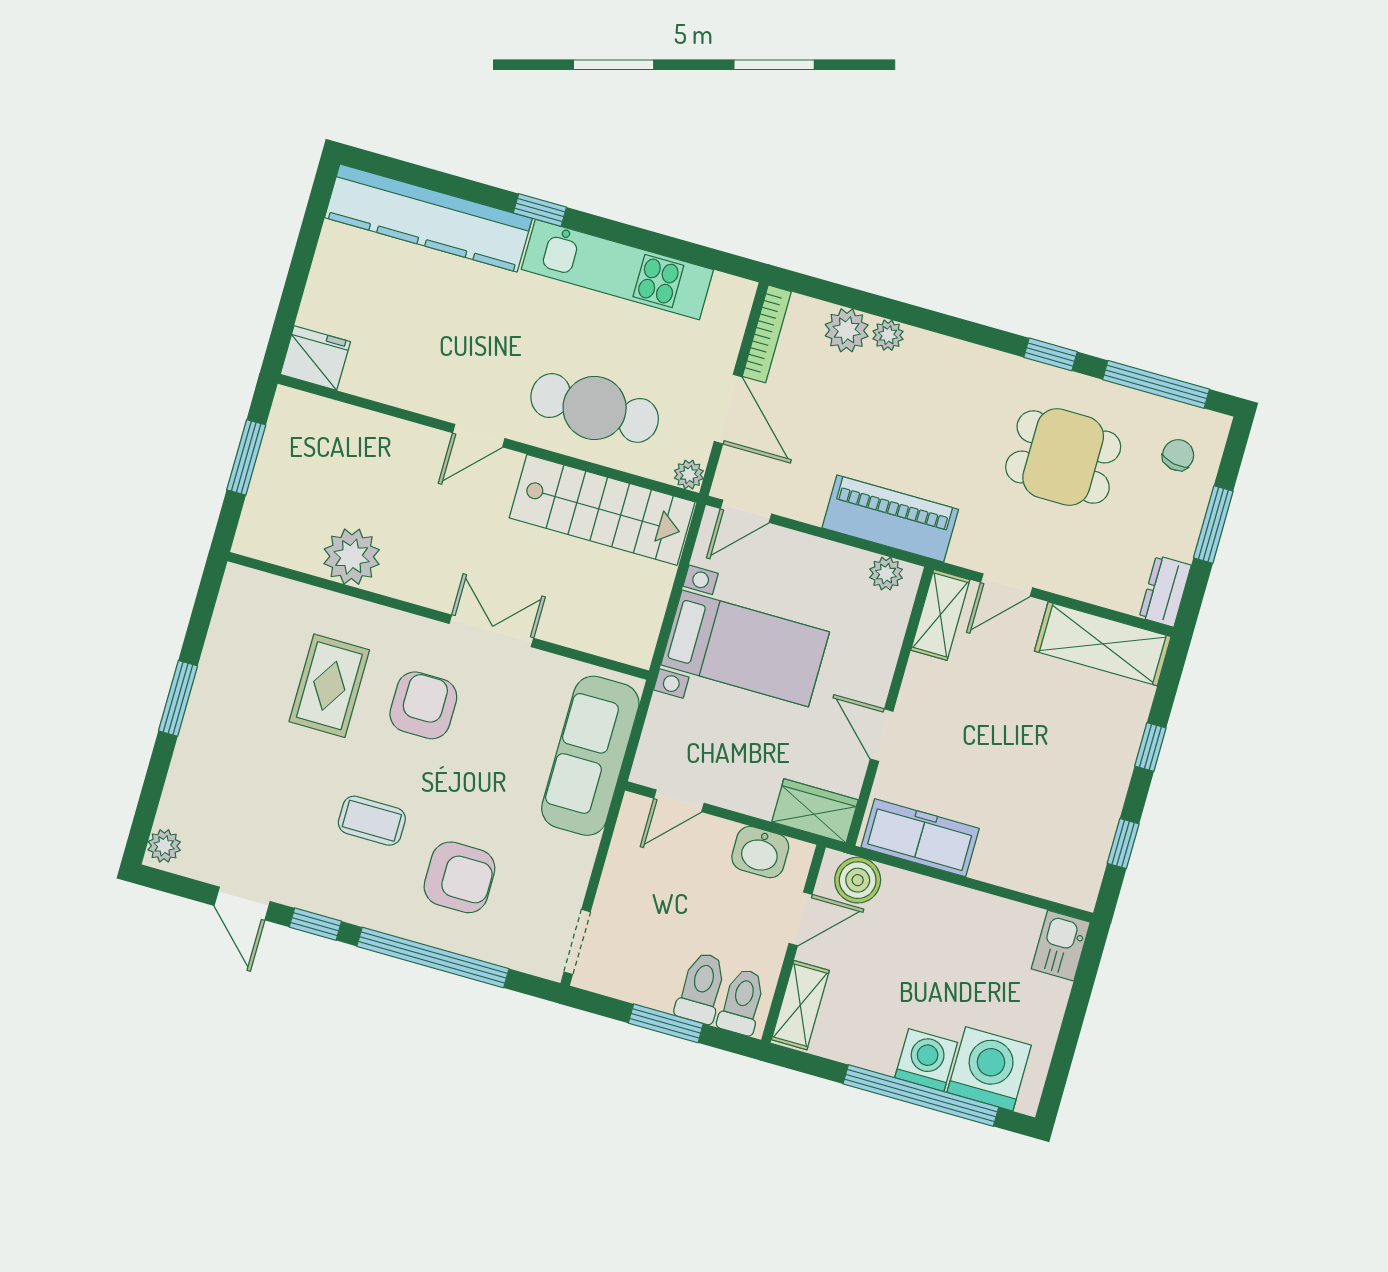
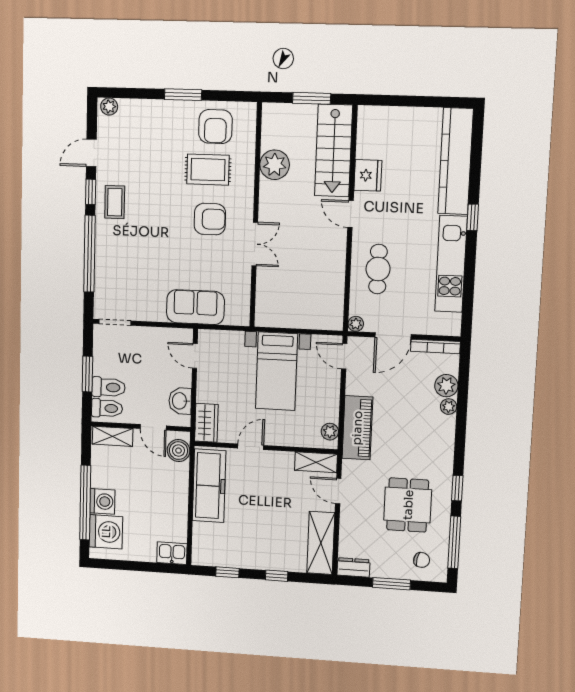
fridge: (315, 358) -> (368, 175), moved
cafe table: (595, 408) -> (378, 269), width x0.73, depth x0.74
stairs: (602, 510) -> (334, 150), moved
sofa: (590, 756) -> (195, 307), width x0.73
coffee table: (372, 821) -> (115, 202), moved
freezer: (920, 838) -> (209, 486), width x1.36, depth x1.26
armchair: (459, 877) -> (215, 127), moved

